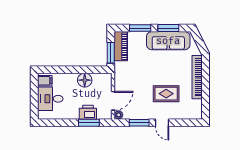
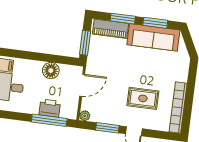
piano: (121, 46) -> (111, 29), moved, turned 90
bookcase: (197, 77) -> (178, 107), moved
door: (113, 101) -> (82, 85), moved
window: (89, 123) -> (49, 120), width x1.44

